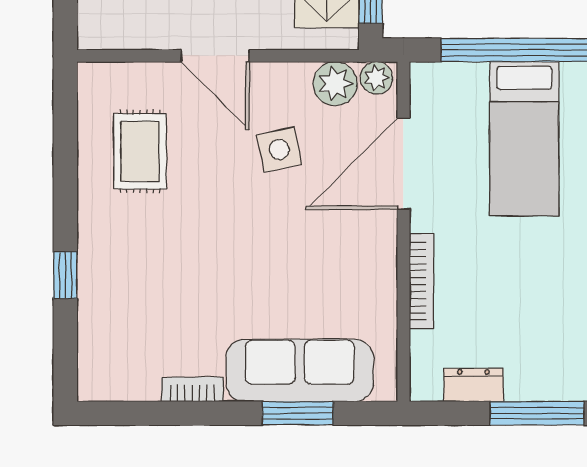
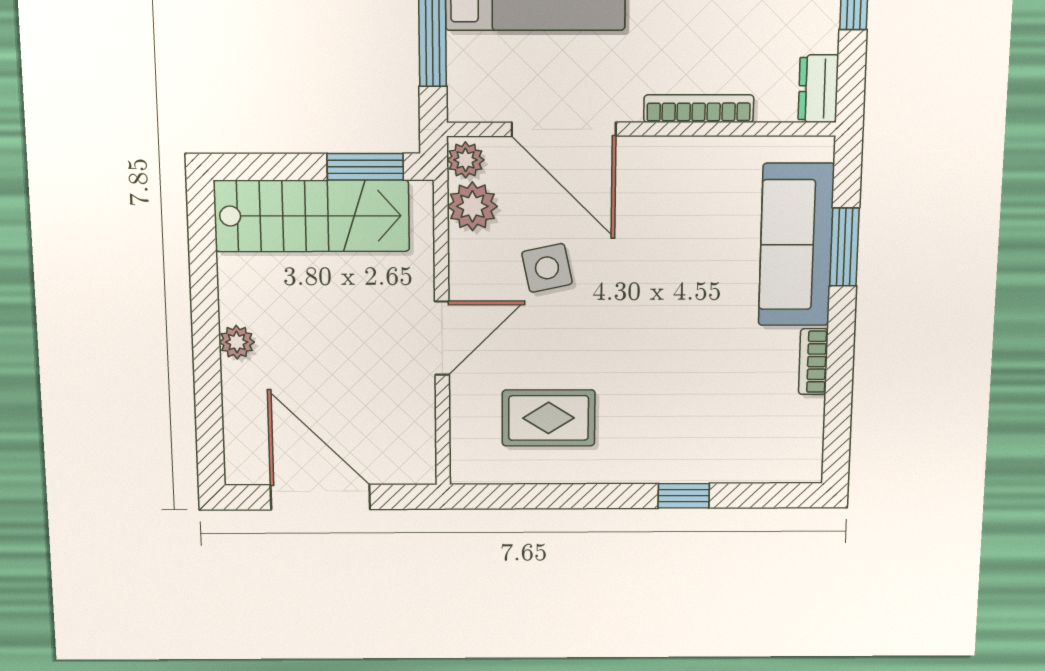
dresser: (473, 385) -> (818, 89), moved

